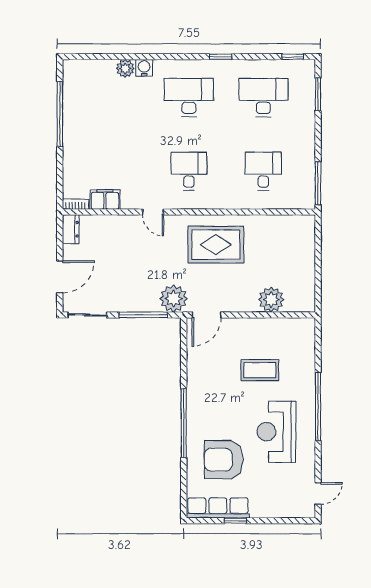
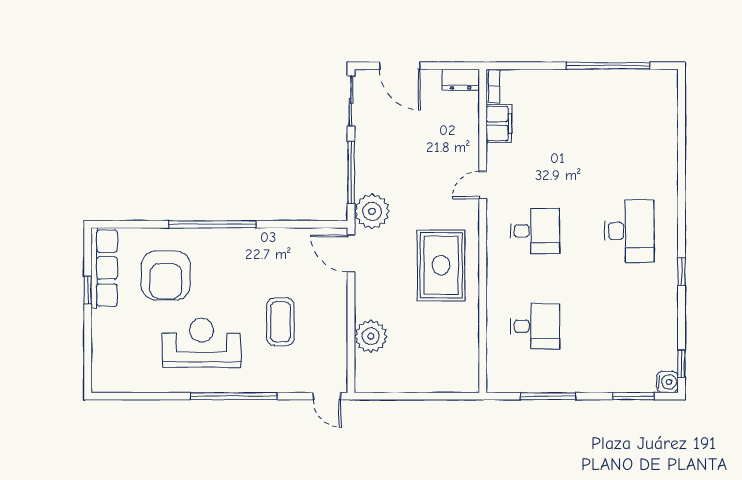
plant: (125, 68) -> (667, 149), removed
water cooler: (144, 68) -> (667, 382), moved
desk: (263, 97) -> (629, 326), removed
window: (318, 183) -> (548, 396), moved
armchair: (224, 460) -> (166, 275), turned 180
door: (318, 493) -> (327, 396), moved

